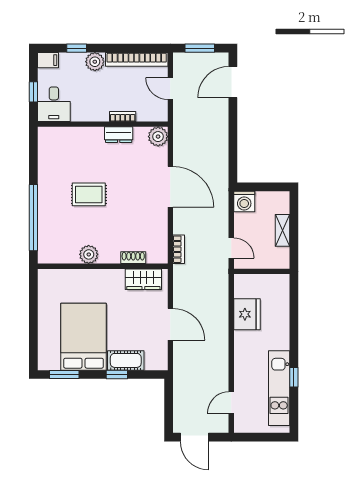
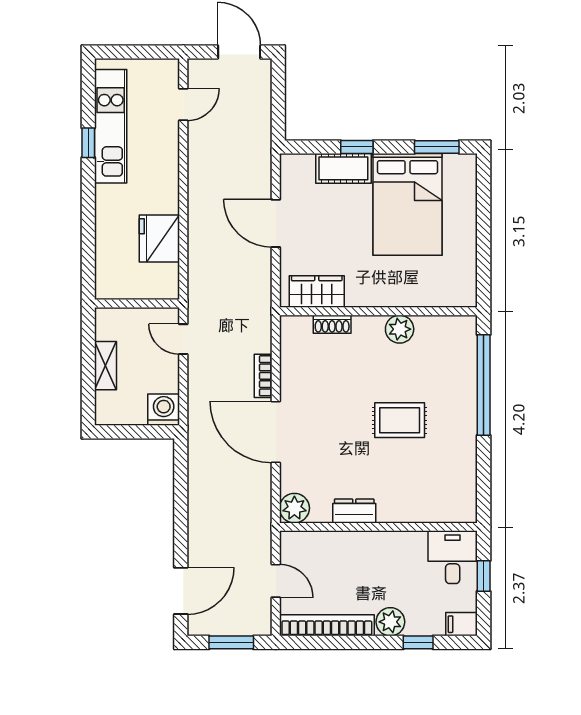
bookcase: (123, 116) -> (348, 539), removed
bookcase: (179, 249) -> (263, 376), moved

